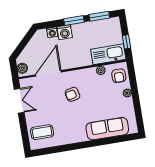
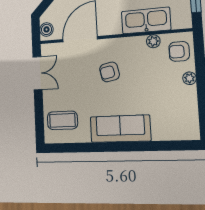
kitchen sink: (108, 54) -> (146, 21), moved
armchair: (119, 76) -> (179, 51), turned 90
sofa: (107, 129) -> (120, 129), moved

